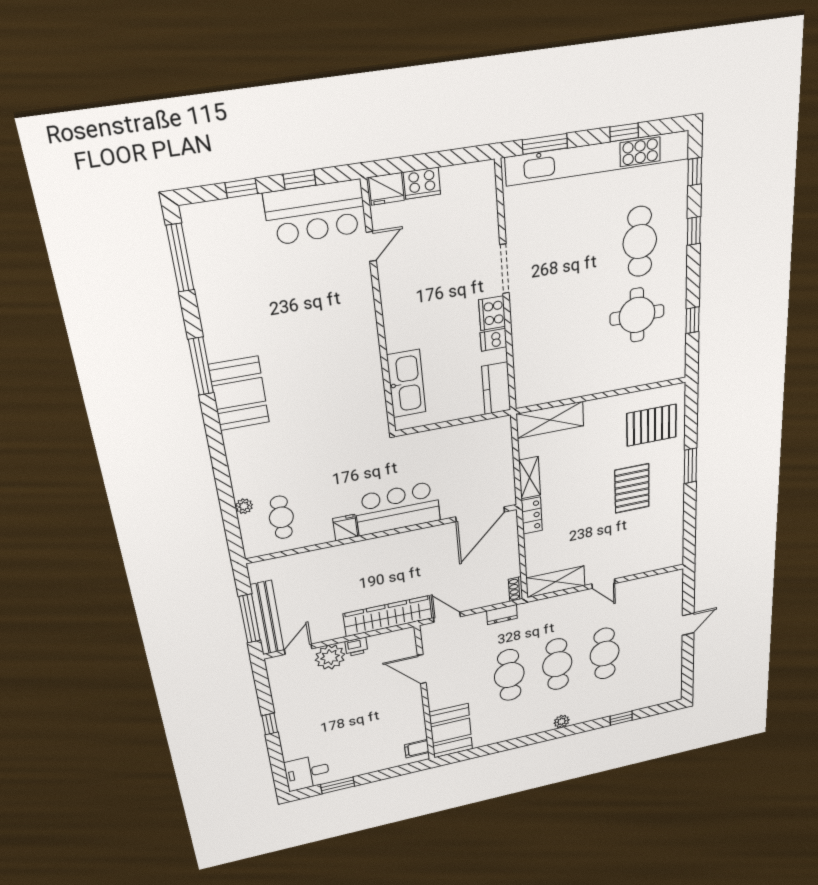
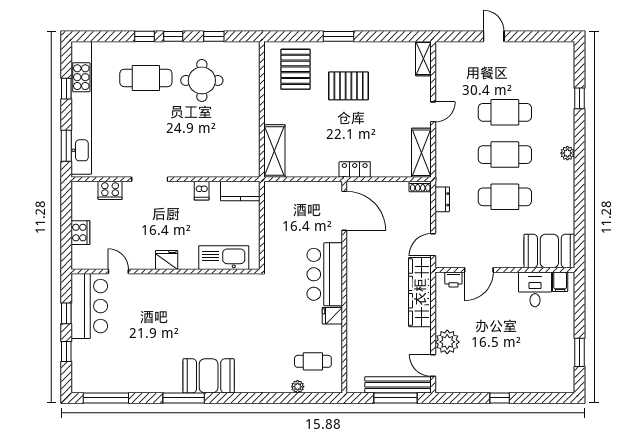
window: (695, 172) -> (173, 36), moved
fridge: (386, 189) -> (167, 260), moved, turned -90
cooker: (492, 313) -> (110, 190), moved
shelving: (530, 478) -> (423, 59), moved, turned 90
printer: (356, 647) -> (453, 279), moved, turned 90
desk: (307, 773) -> (535, 289), moved, turned 180

